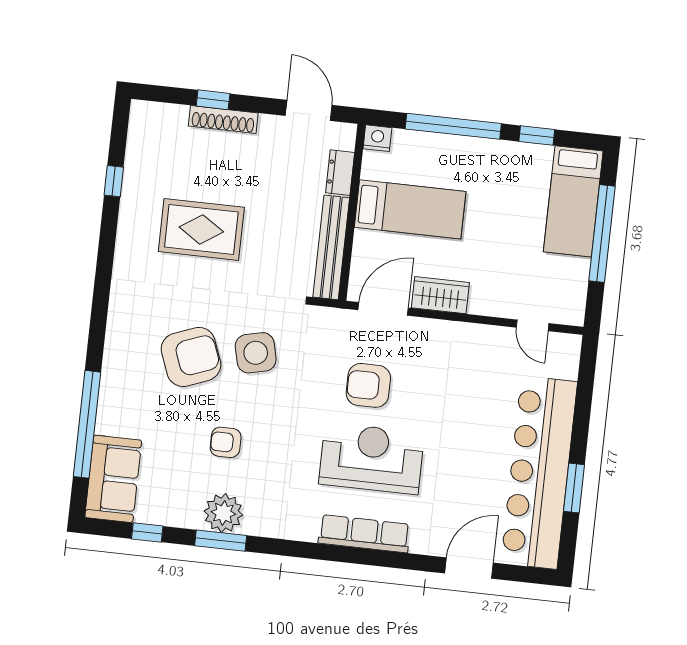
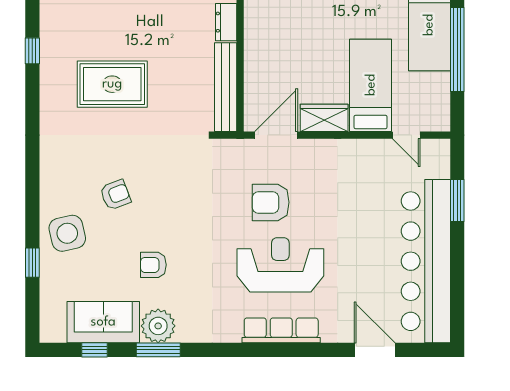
bed: (410, 209) -> (371, 85), moved, turned -90
side table: (256, 353) -> (67, 233), moved
armchair: (191, 357) -> (115, 195), width x0.53, depth x0.53
window: (87, 424) -> (32, 263), width x0.32
sofa: (113, 479) -> (103, 322), moved, turned -90
window: (574, 488) -> (457, 201), moved
door: (469, 568) -> (375, 350), hinge flipped

